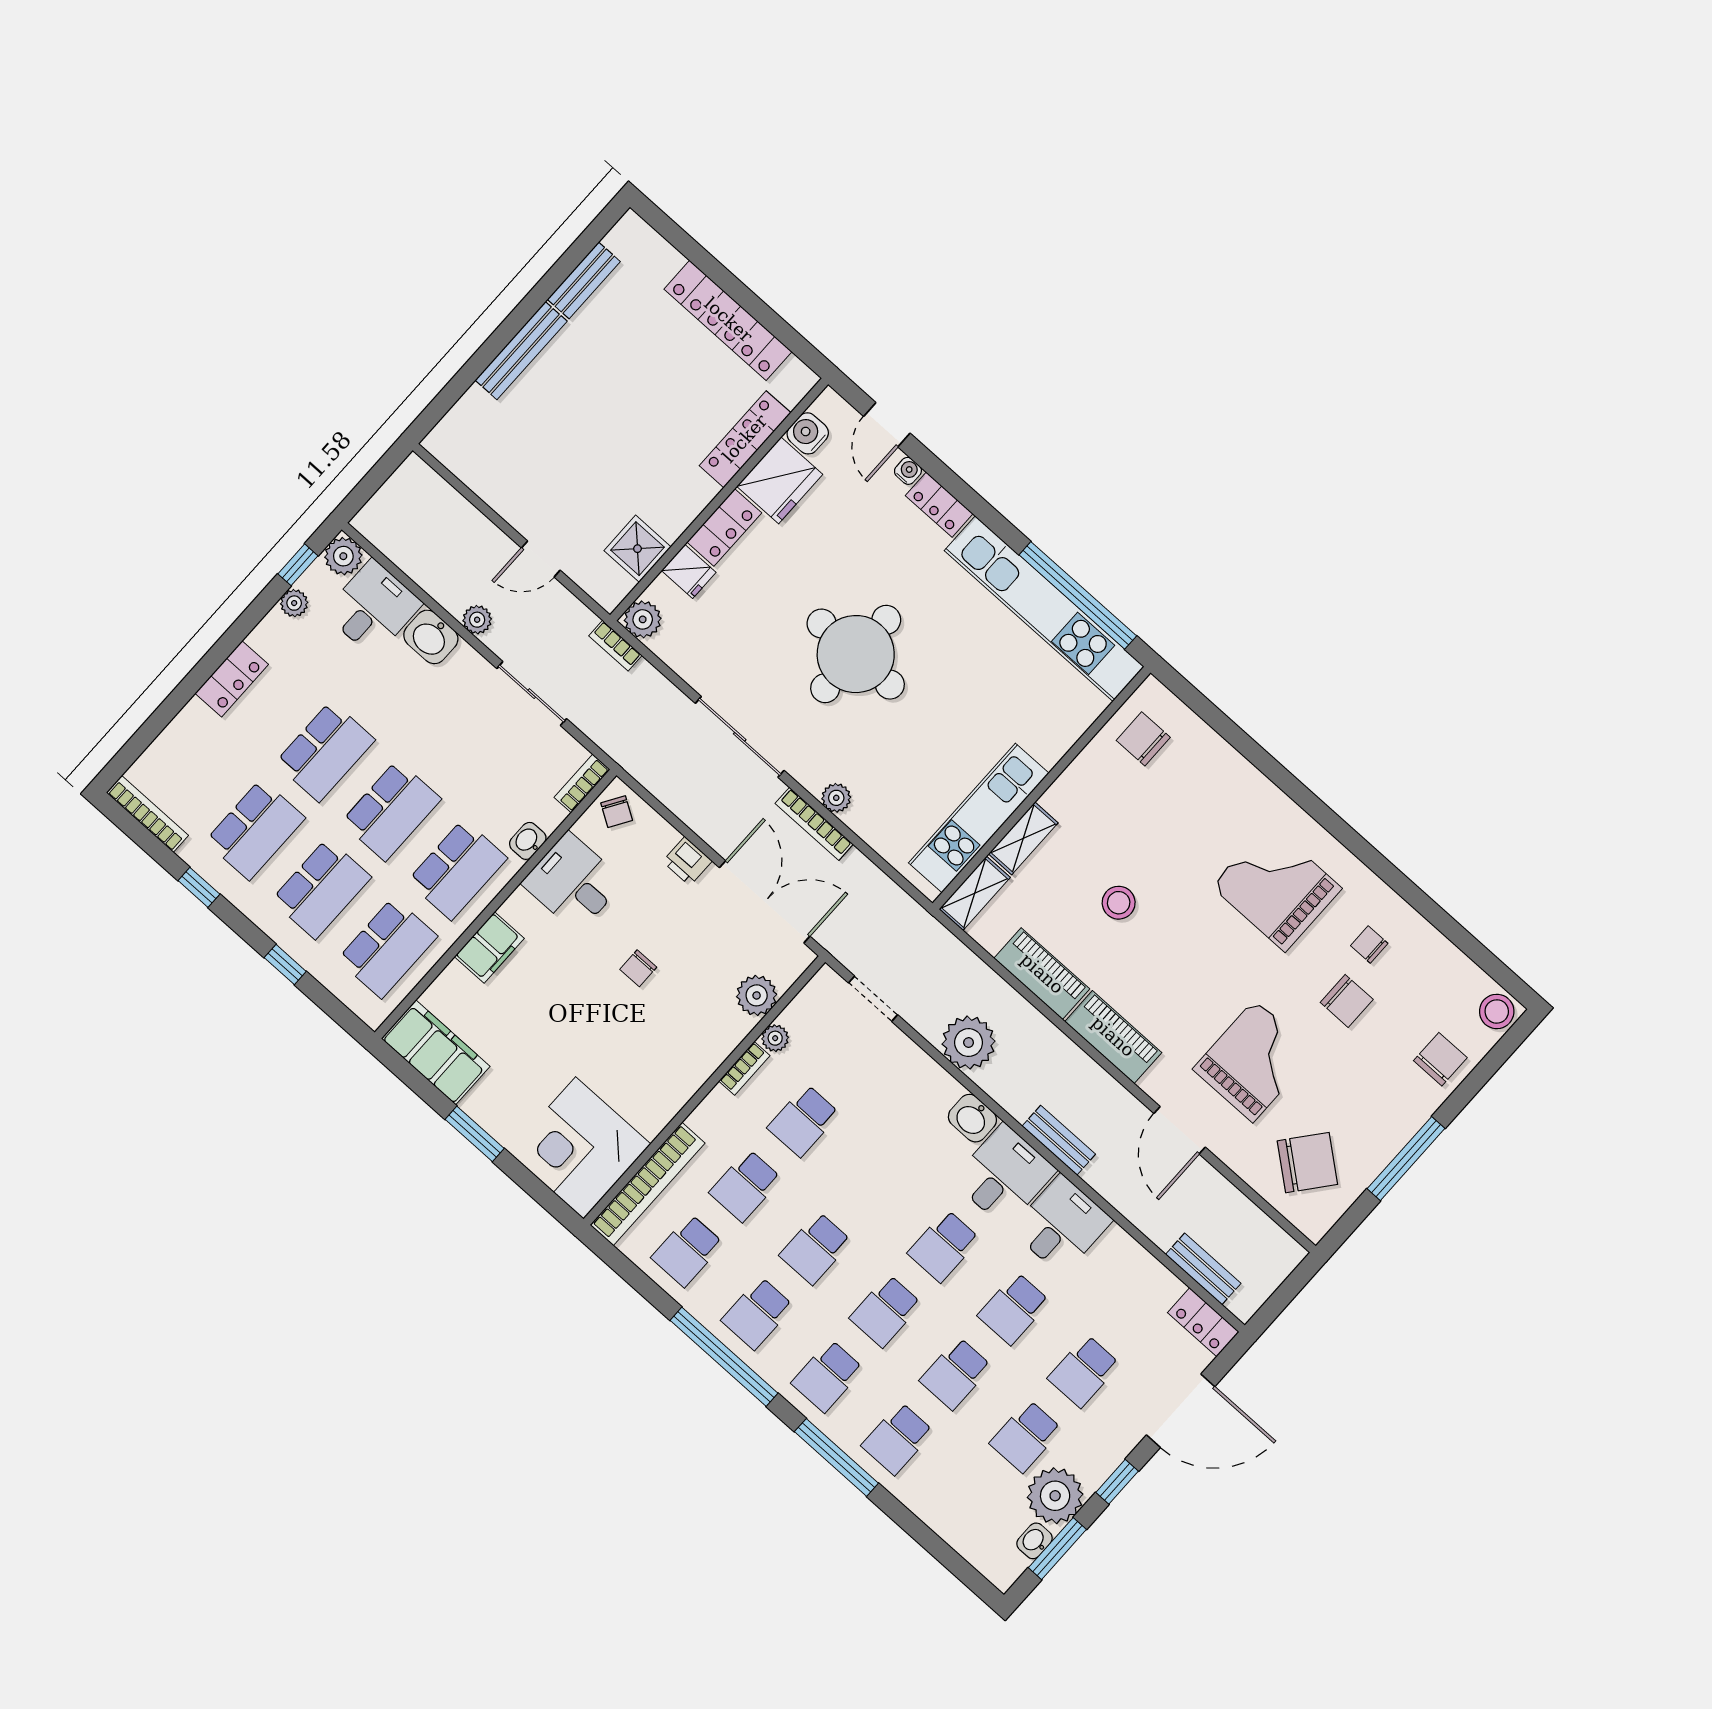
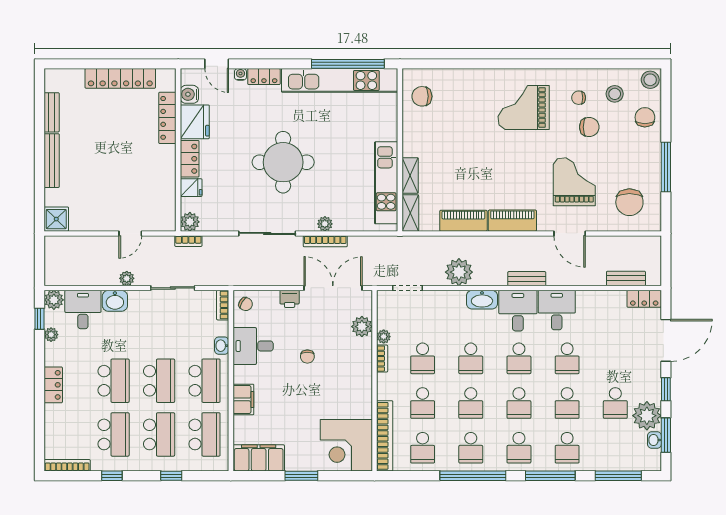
shower: (638, 549) -> (56, 219), moved
stool: (1119, 903) -> (615, 94), moved
washbasin: (972, 1118) -> (482, 300), width x1.38
chair: (1307, 1163) -> (629, 202), turned 141
school desk: (1084, 1371) -> (471, 358), moved
window: (935, 1546) -> (618, 476), added

